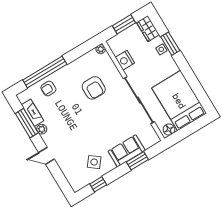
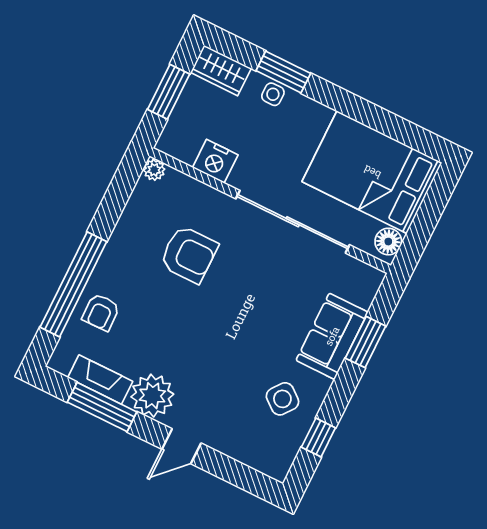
plant: (42, 129) -> (152, 396), width x1.87, depth x1.87

